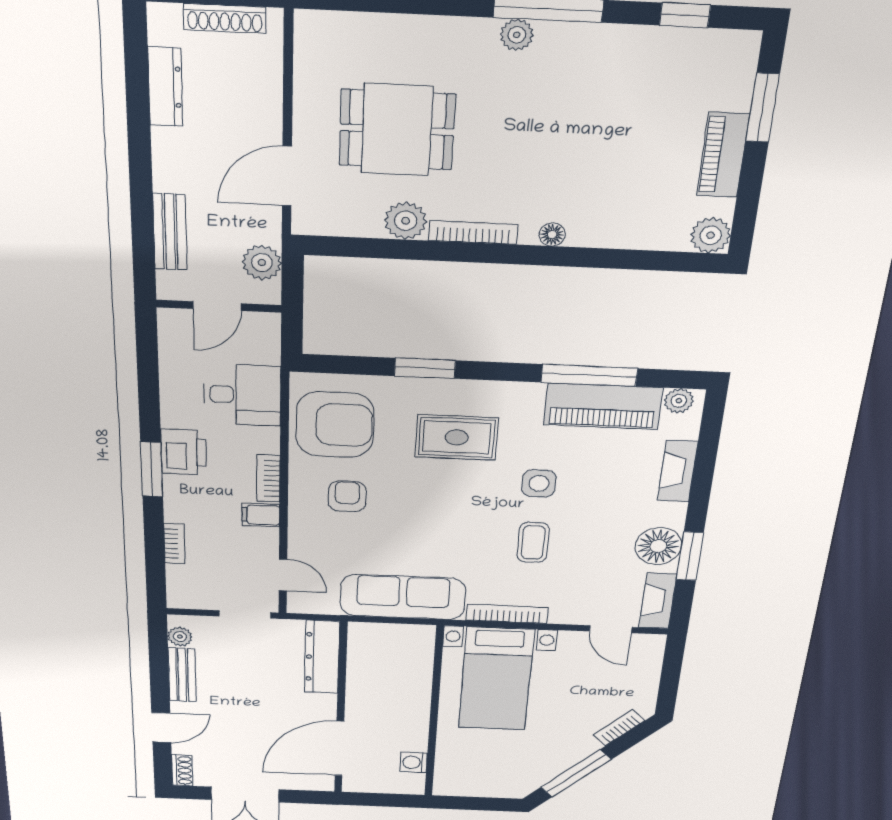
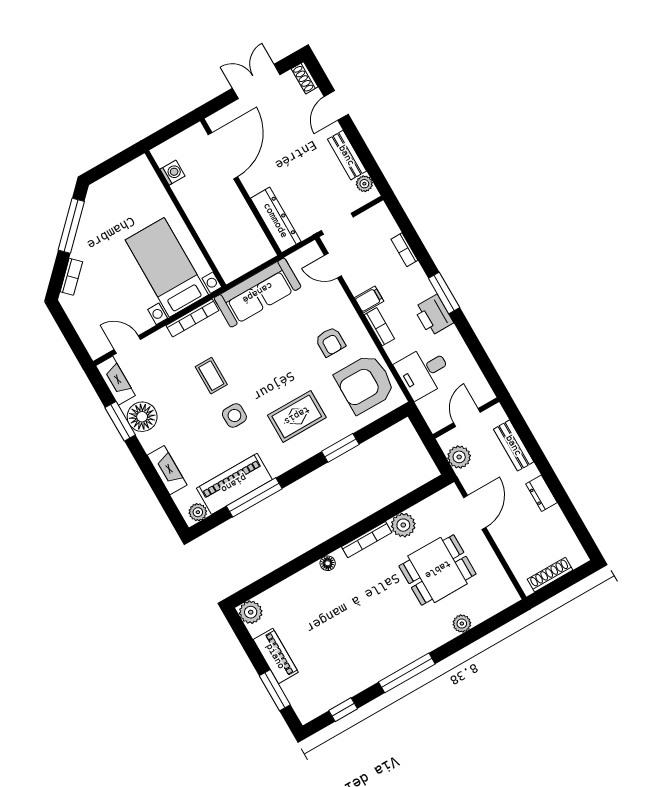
plant: (517, 35) -> (462, 624), moved
dresser: (165, 87) -> (541, 493), moved, width x0.70

